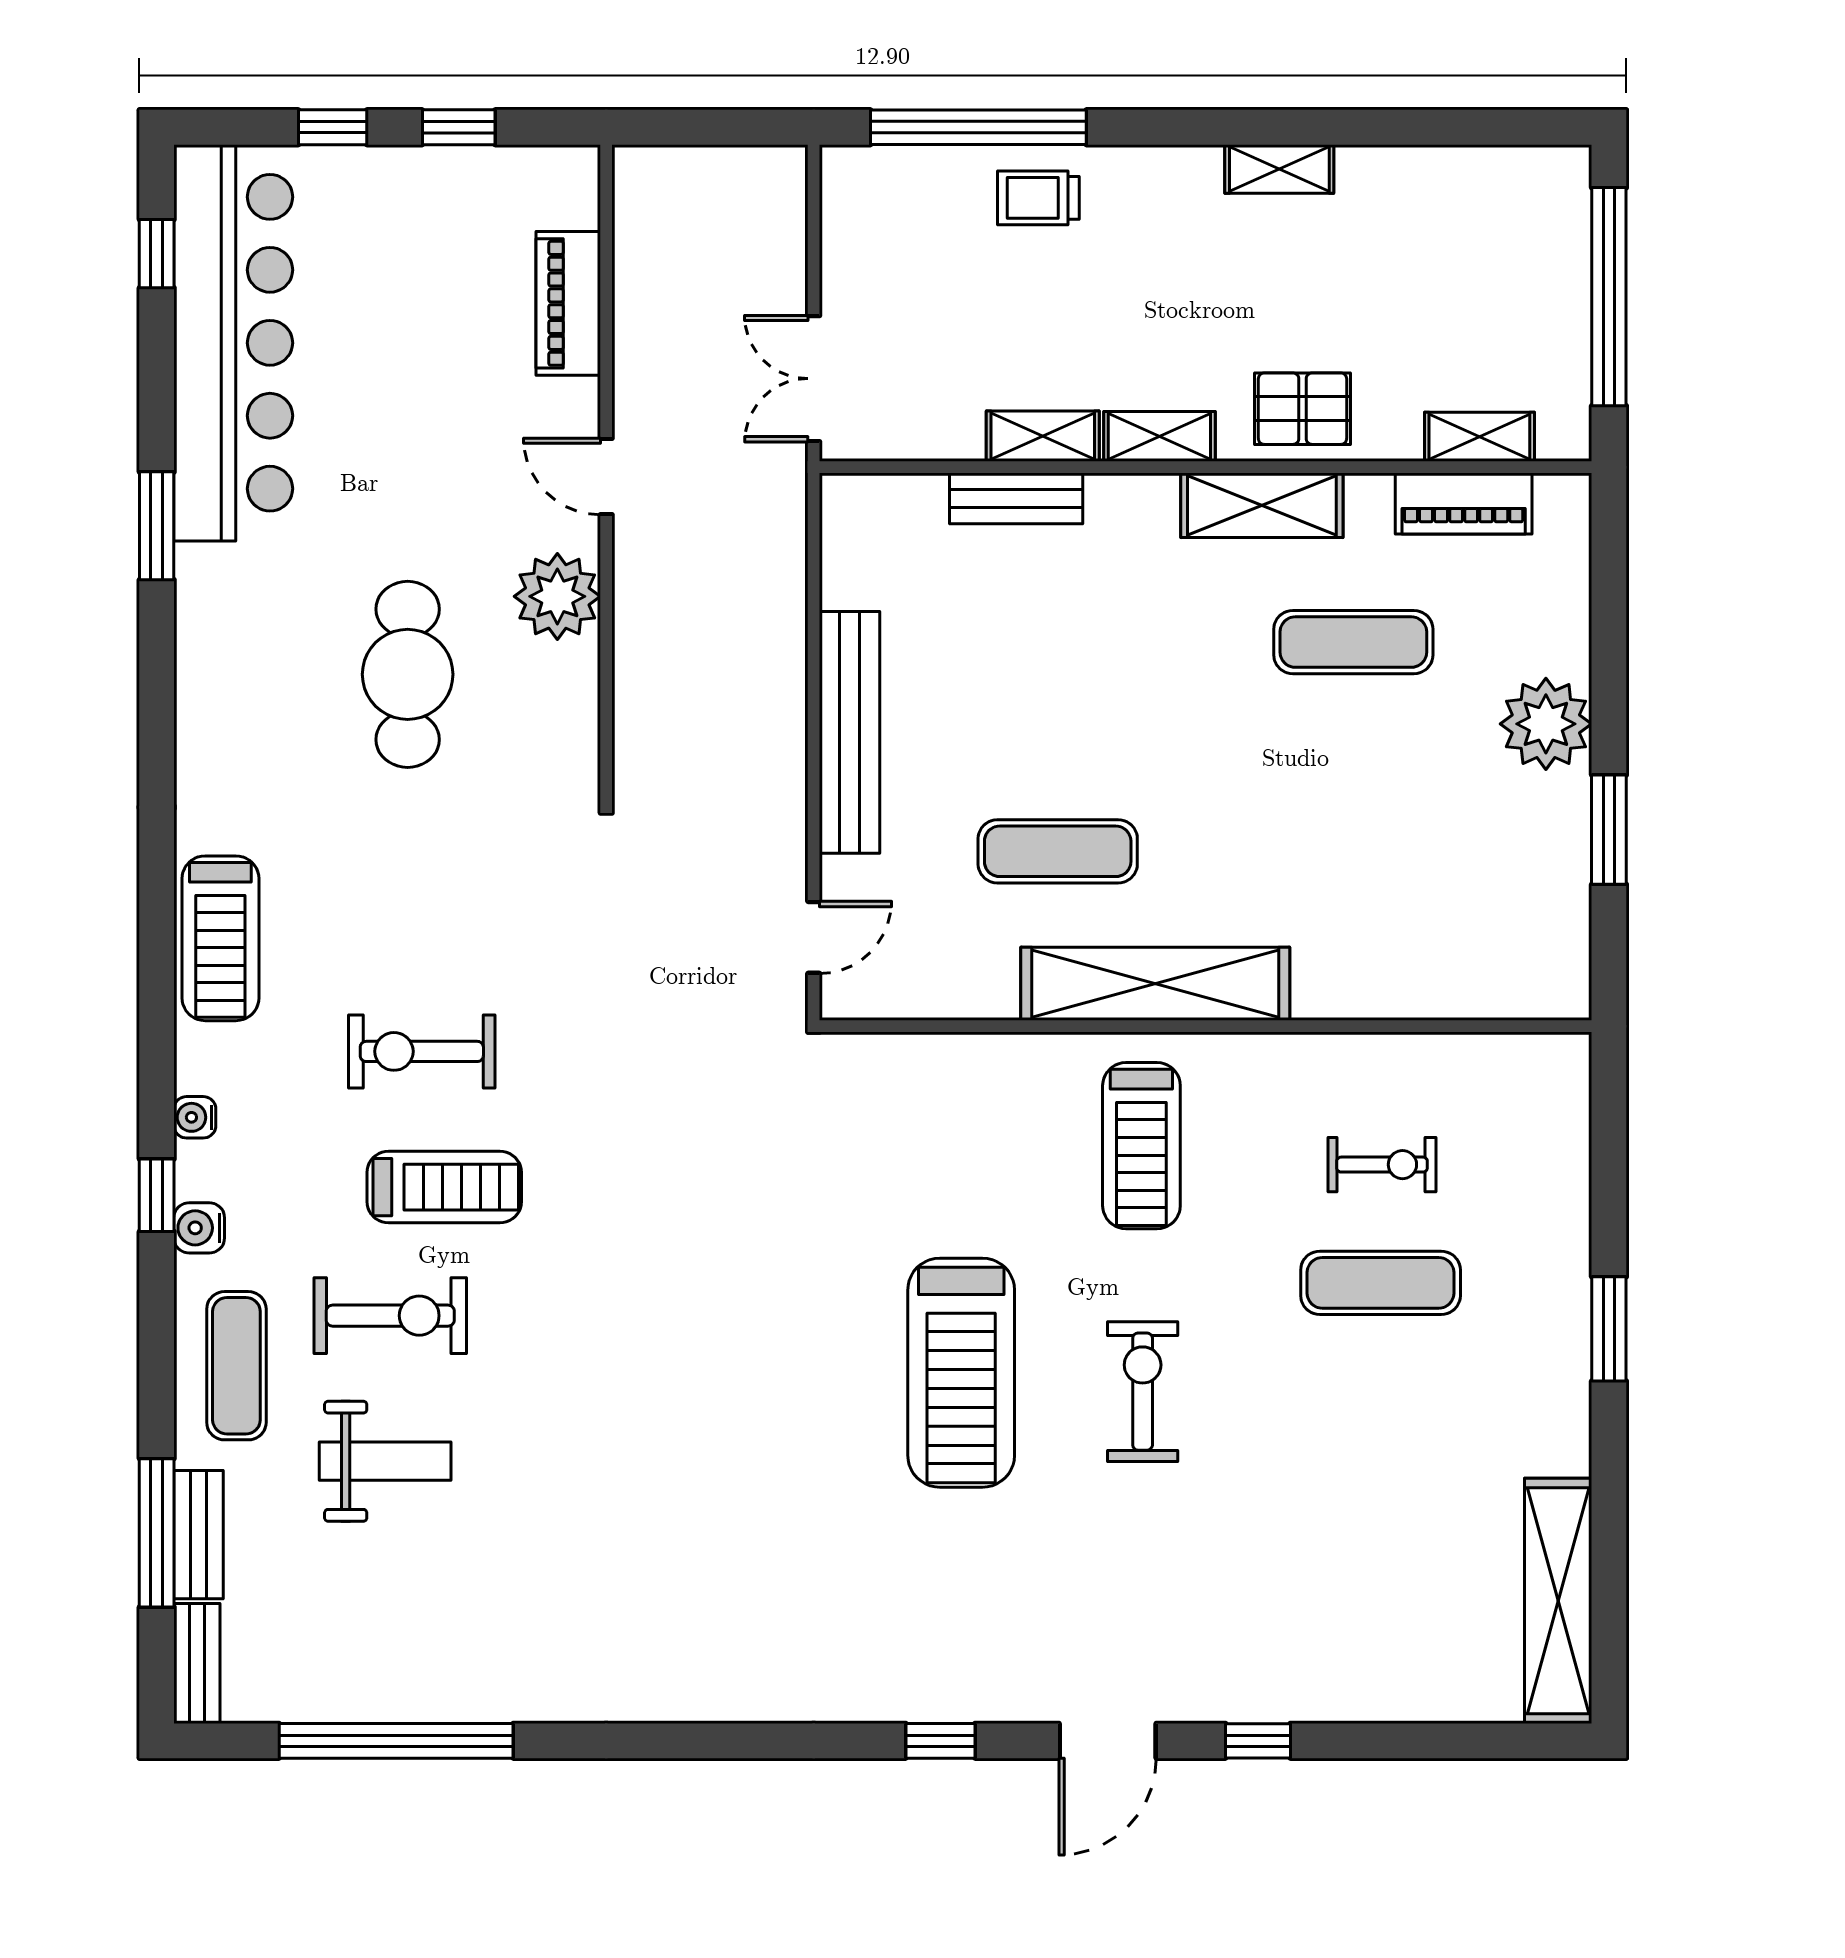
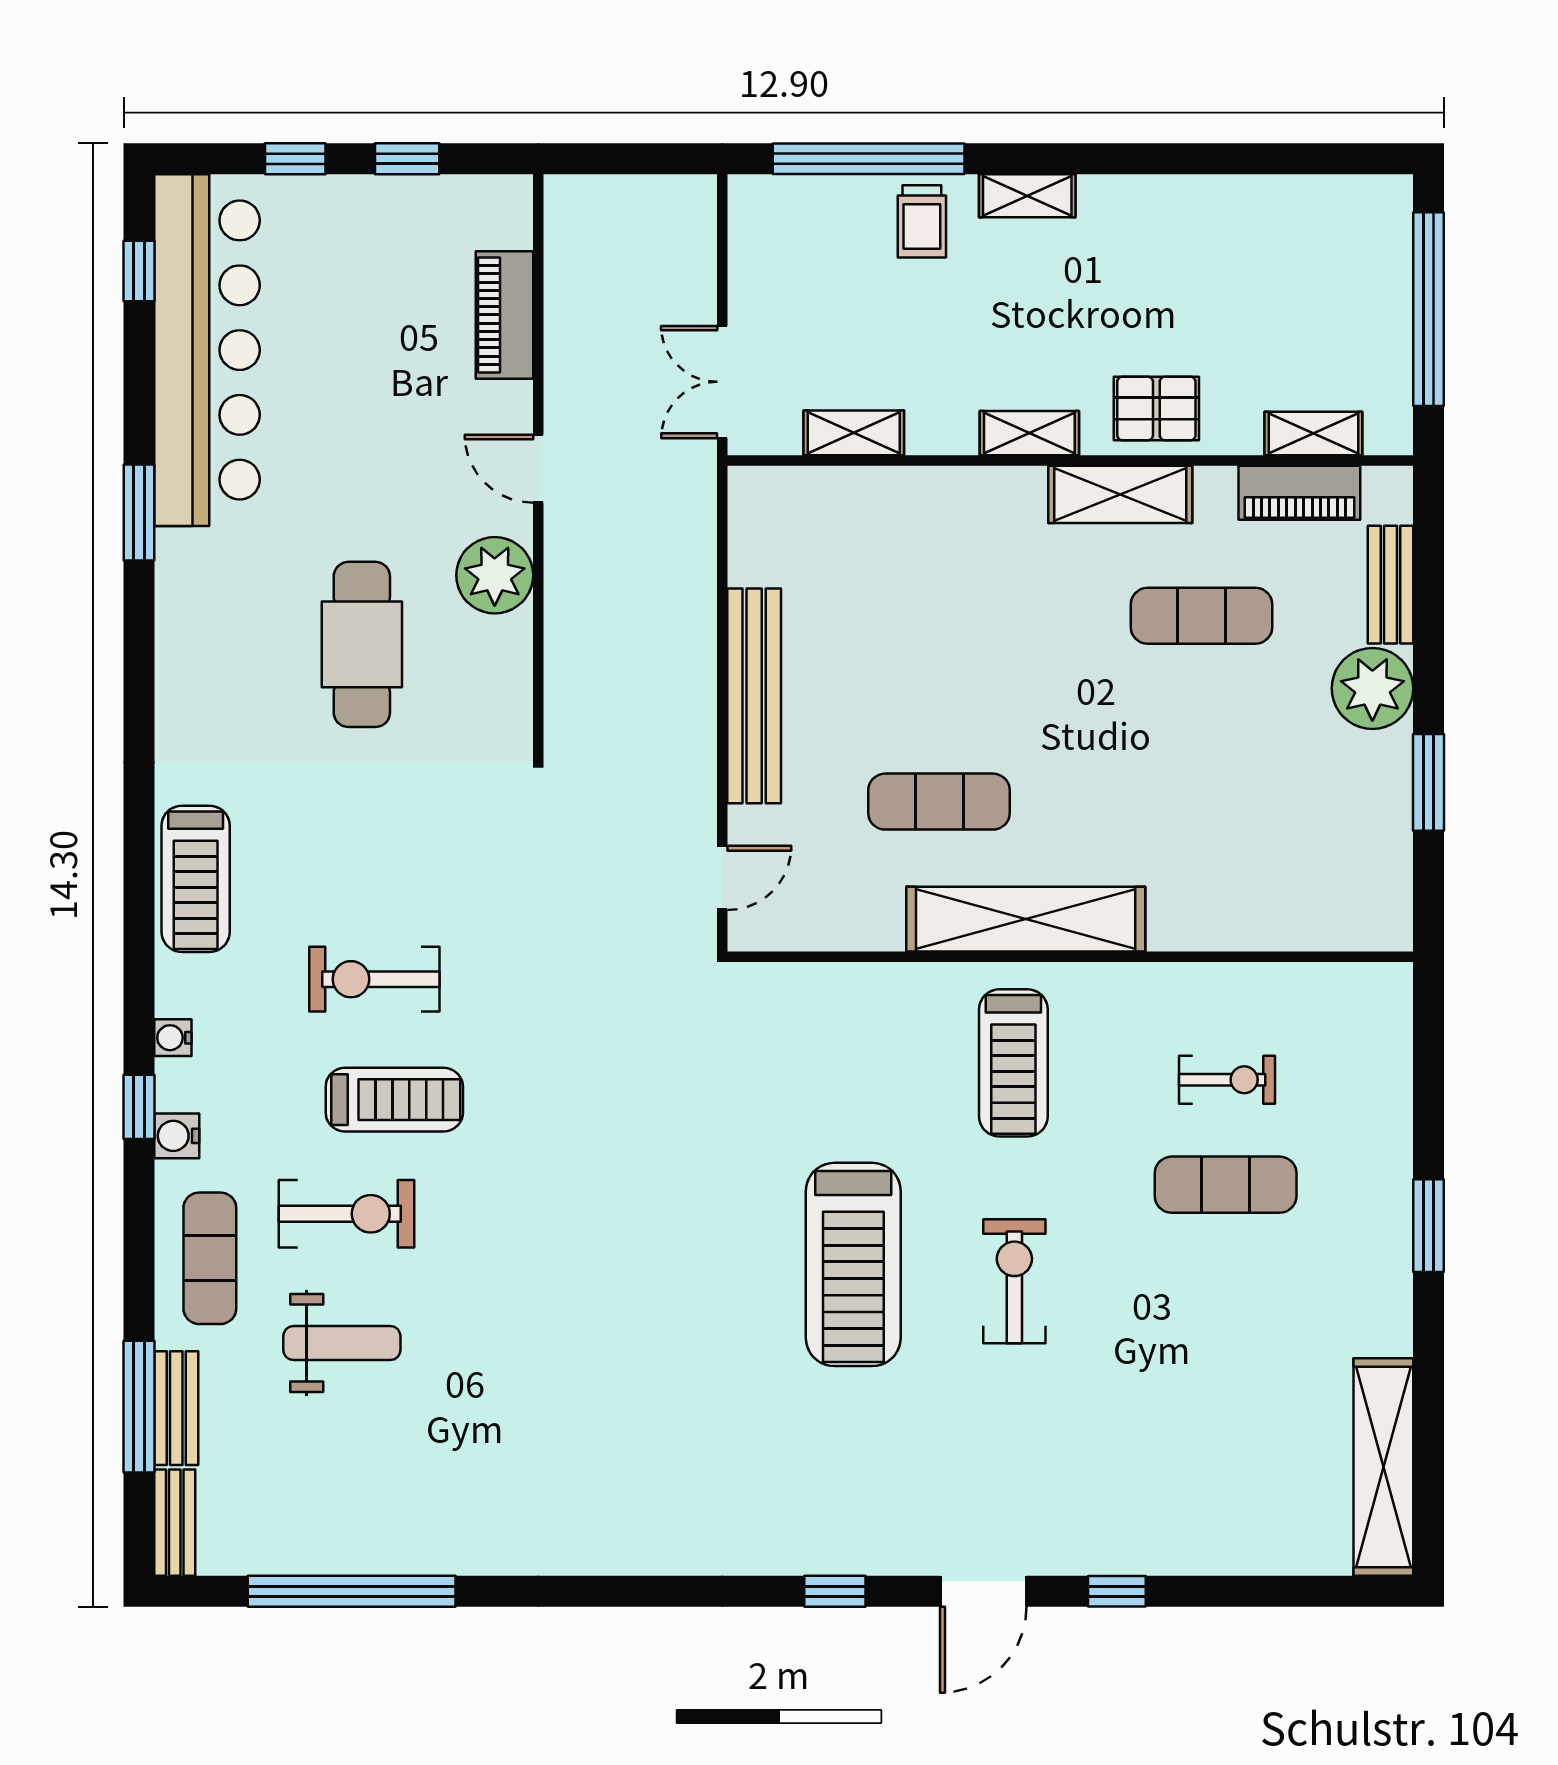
shelving: (1279, 169) -> (1027, 196), moved
trolley: (1038, 198) -> (922, 221), turned -90
shelving: (1043, 436) -> (854, 433), moved
bench: (1016, 498) -> (1391, 585), moved, turned 90

